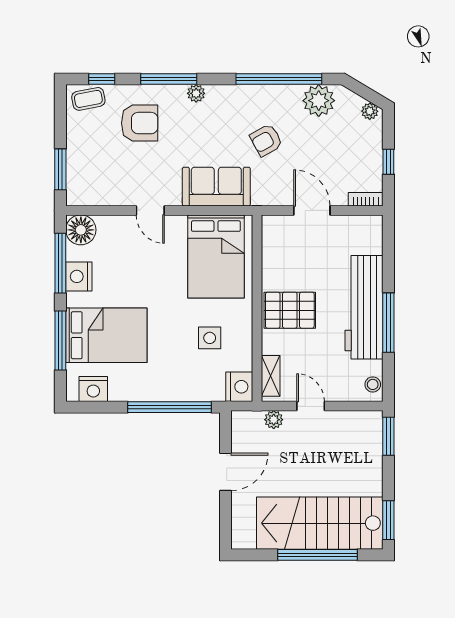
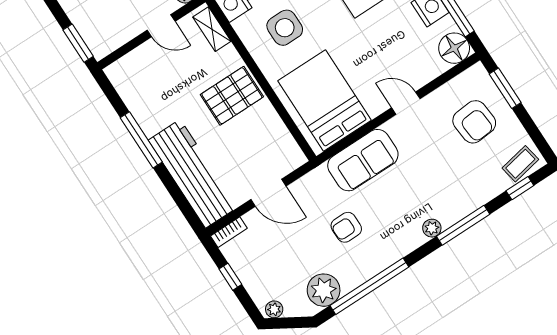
armchair: (140, 123) -> (474, 122), moved, turned -95
armchair: (266, 140) -> (346, 227), turned -151
workbench: (364, 307) -> (193, 174), moved
side table: (210, 338) -> (285, 28), width x1.37, depth x1.37
stool: (373, 384) -> (120, 78), removed

